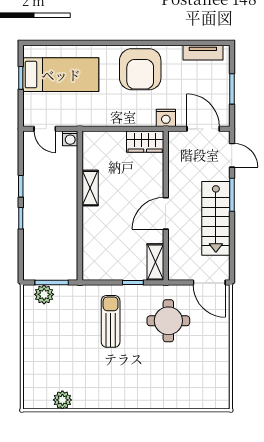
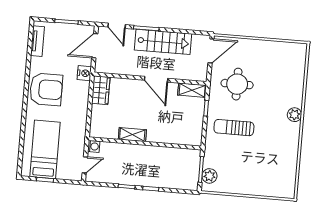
door: (232, 155) -> (117, 26), swing flipped
plant: (62, 400) -> (294, 115), moved

